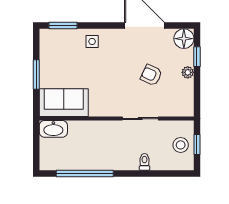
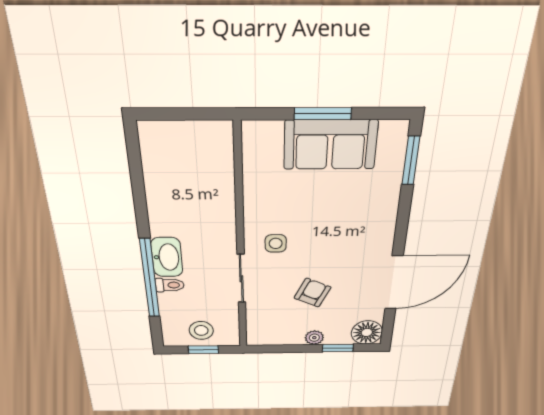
side table: (92, 41) -> (276, 243), moved
sofa: (64, 103) -> (330, 145), moved, turned 90
washbasin: (53, 129) -> (167, 257), moved, turned 180
window: (85, 174) -> (150, 279), moved

